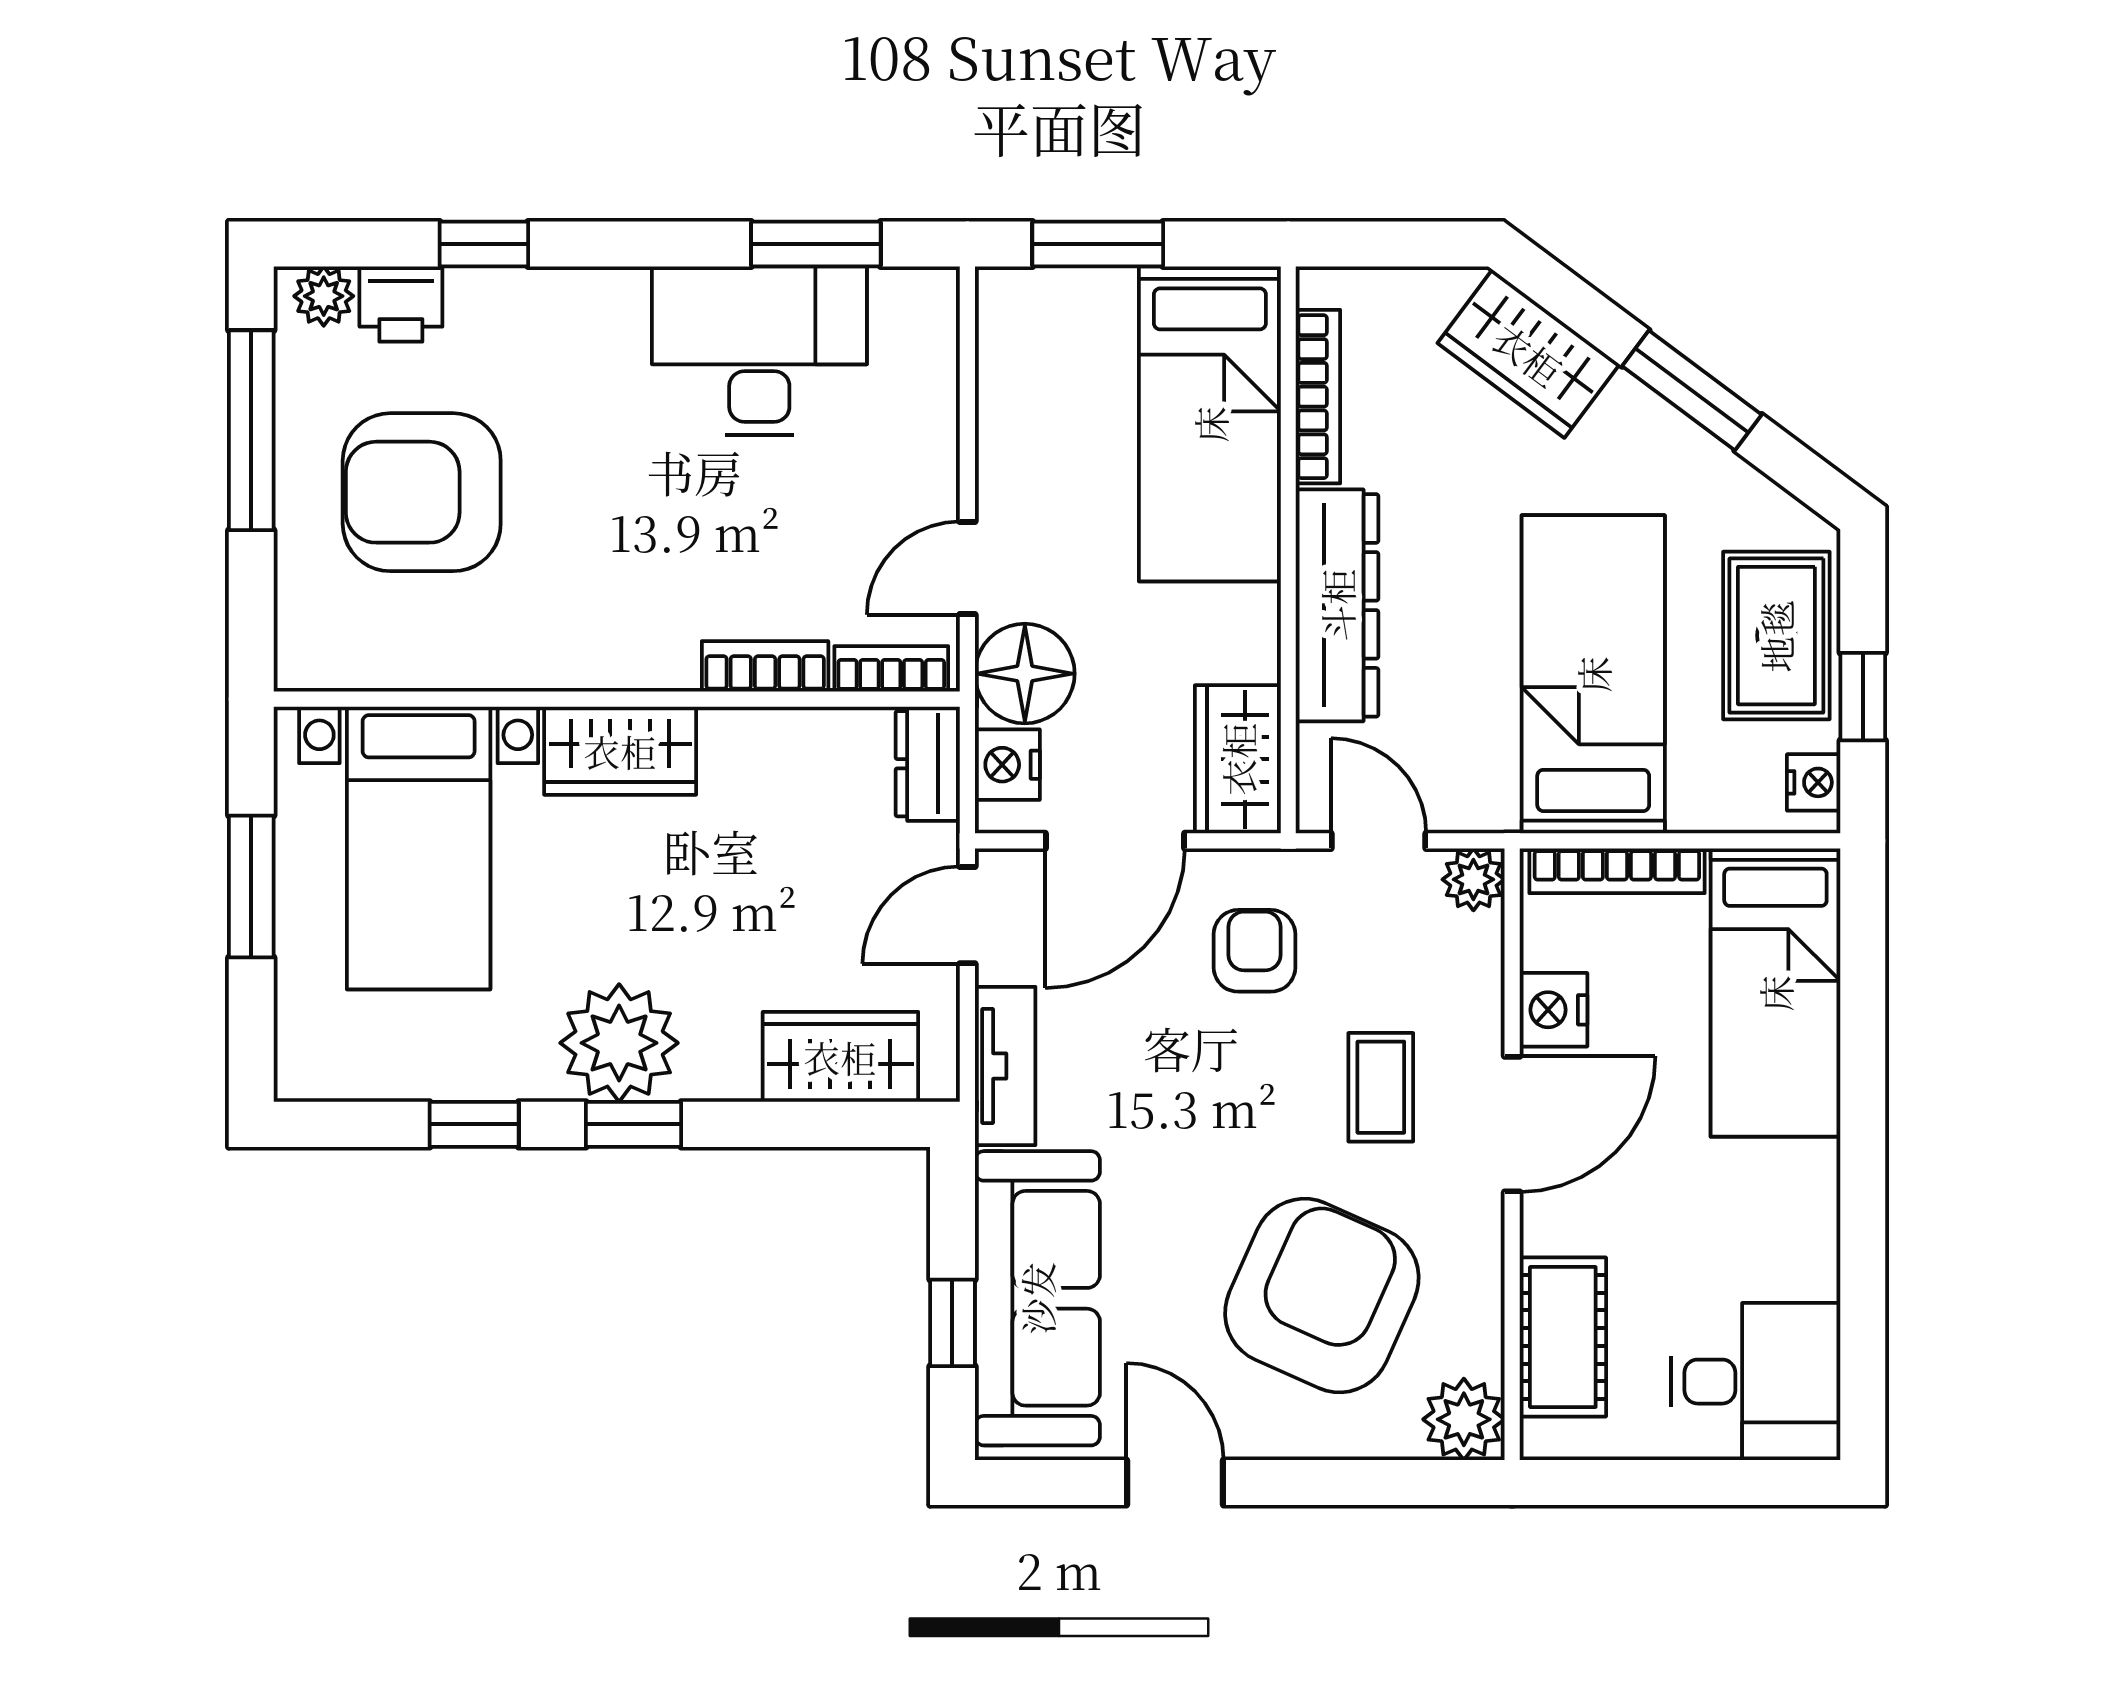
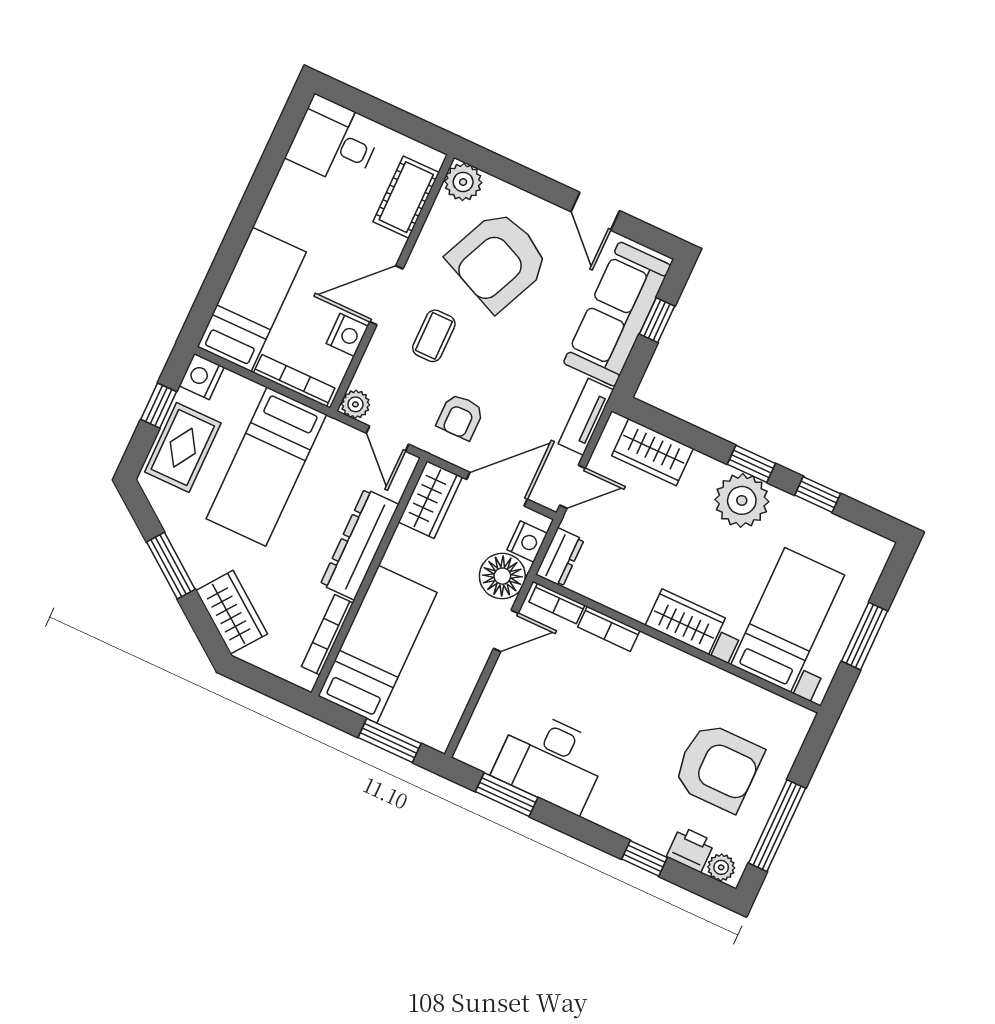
nightstand: (1814, 782) -> (202, 377), width x1.39, depth x1.35

